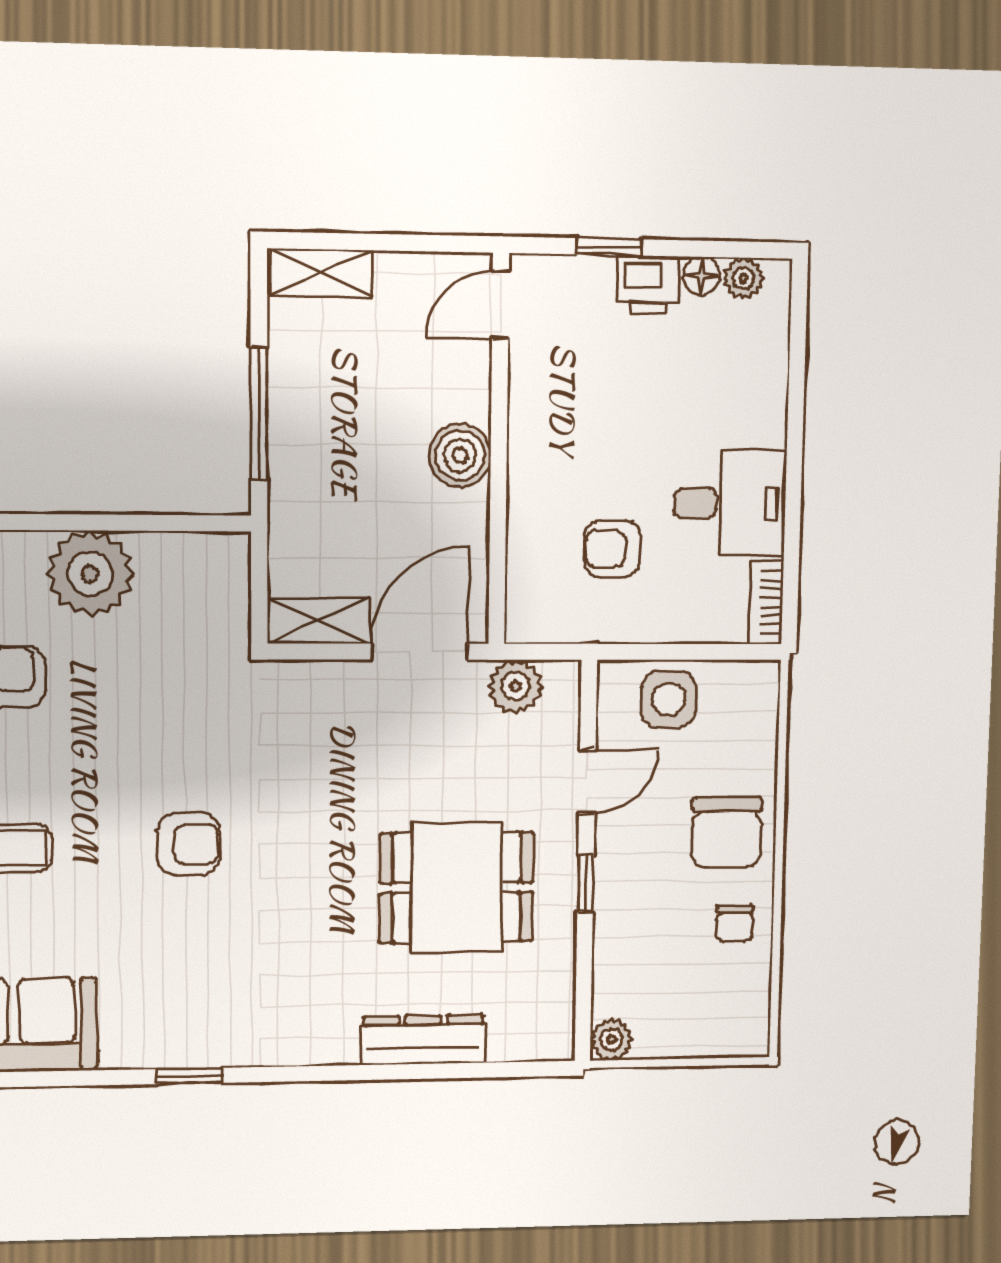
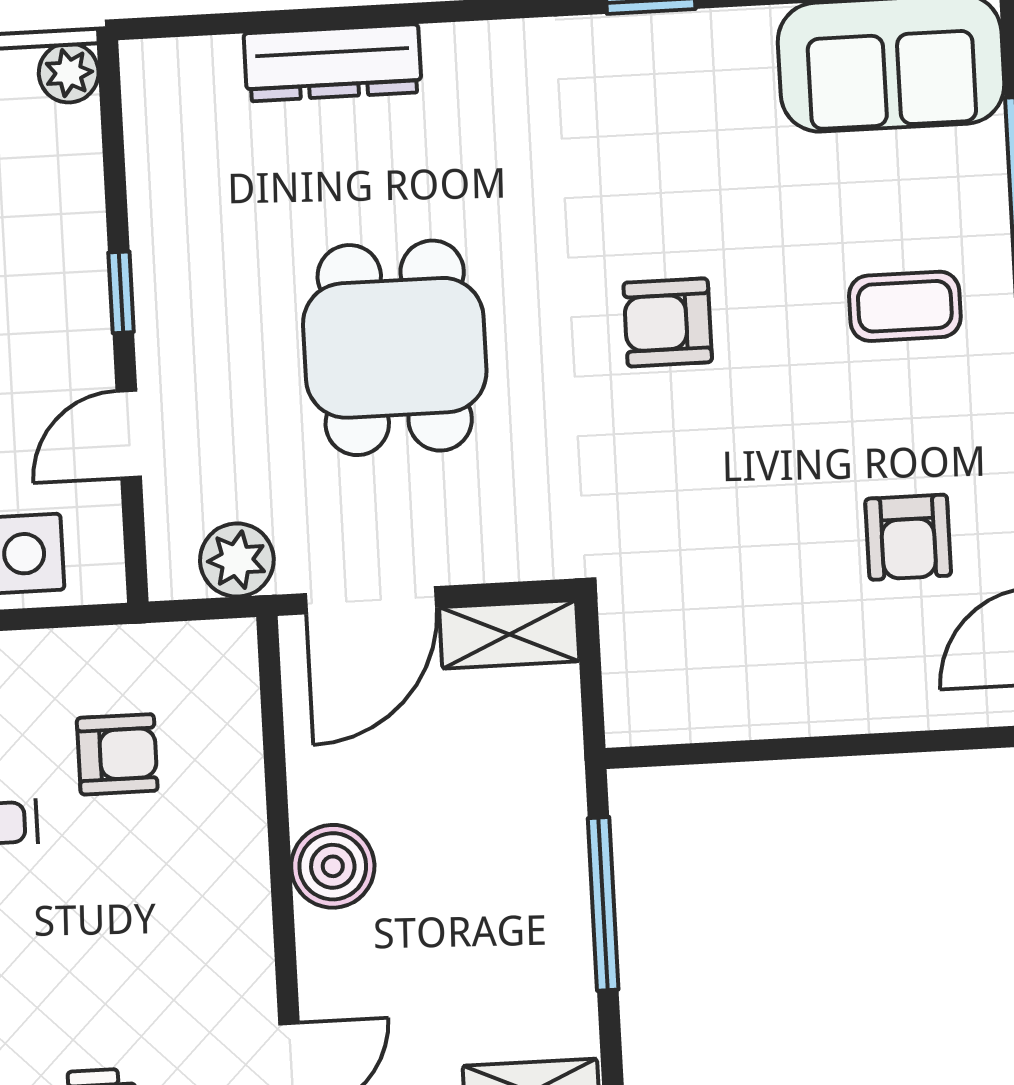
plant: (90, 574) -> (814, 680), removed
dining table: (457, 888) -> (395, 348), moved, turned 90

